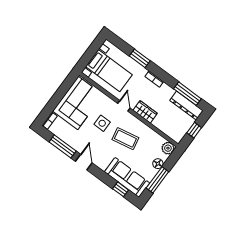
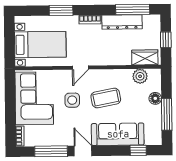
door: (124, 106) -> (80, 68), swing flipped
dresser: (186, 106) -> (122, 22), moved
wardrobe: (145, 112) -> (145, 57), moved
plant: (168, 148) -> (140, 76), moved
sofa: (127, 177) -> (118, 134), moved

